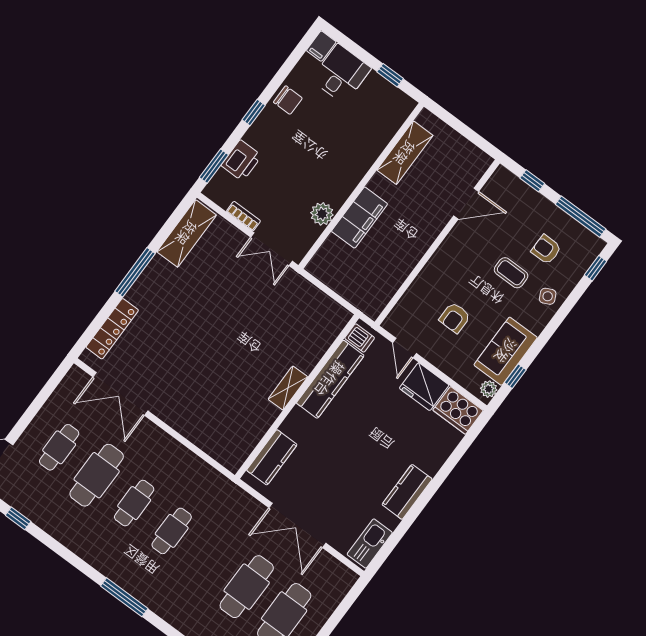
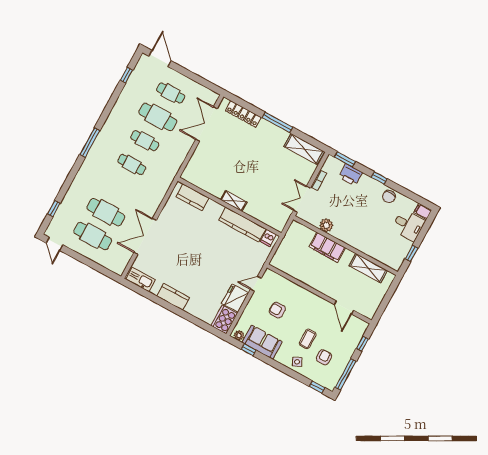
dishwasher: (360, 338) -> (268, 238), moved
kitchen counter: (330, 379) -> (242, 225), moved
shelving: (288, 388) -> (234, 201), moved
wall: (297, 397) -> (229, 207), moved
kitchen counter: (272, 457) -> (192, 197), moved

